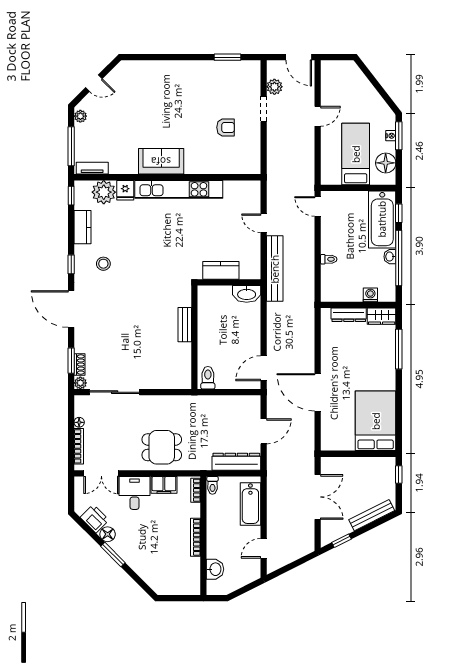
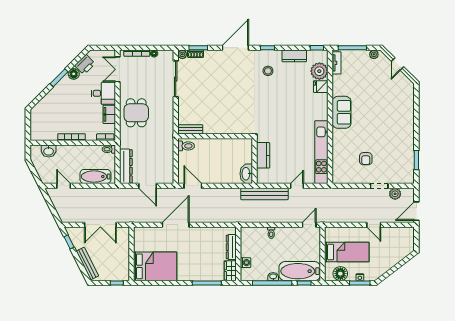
kitchen unit: (179, 189) -> (321, 152), moved
bench: (185, 325) -> (190, 129), moved

